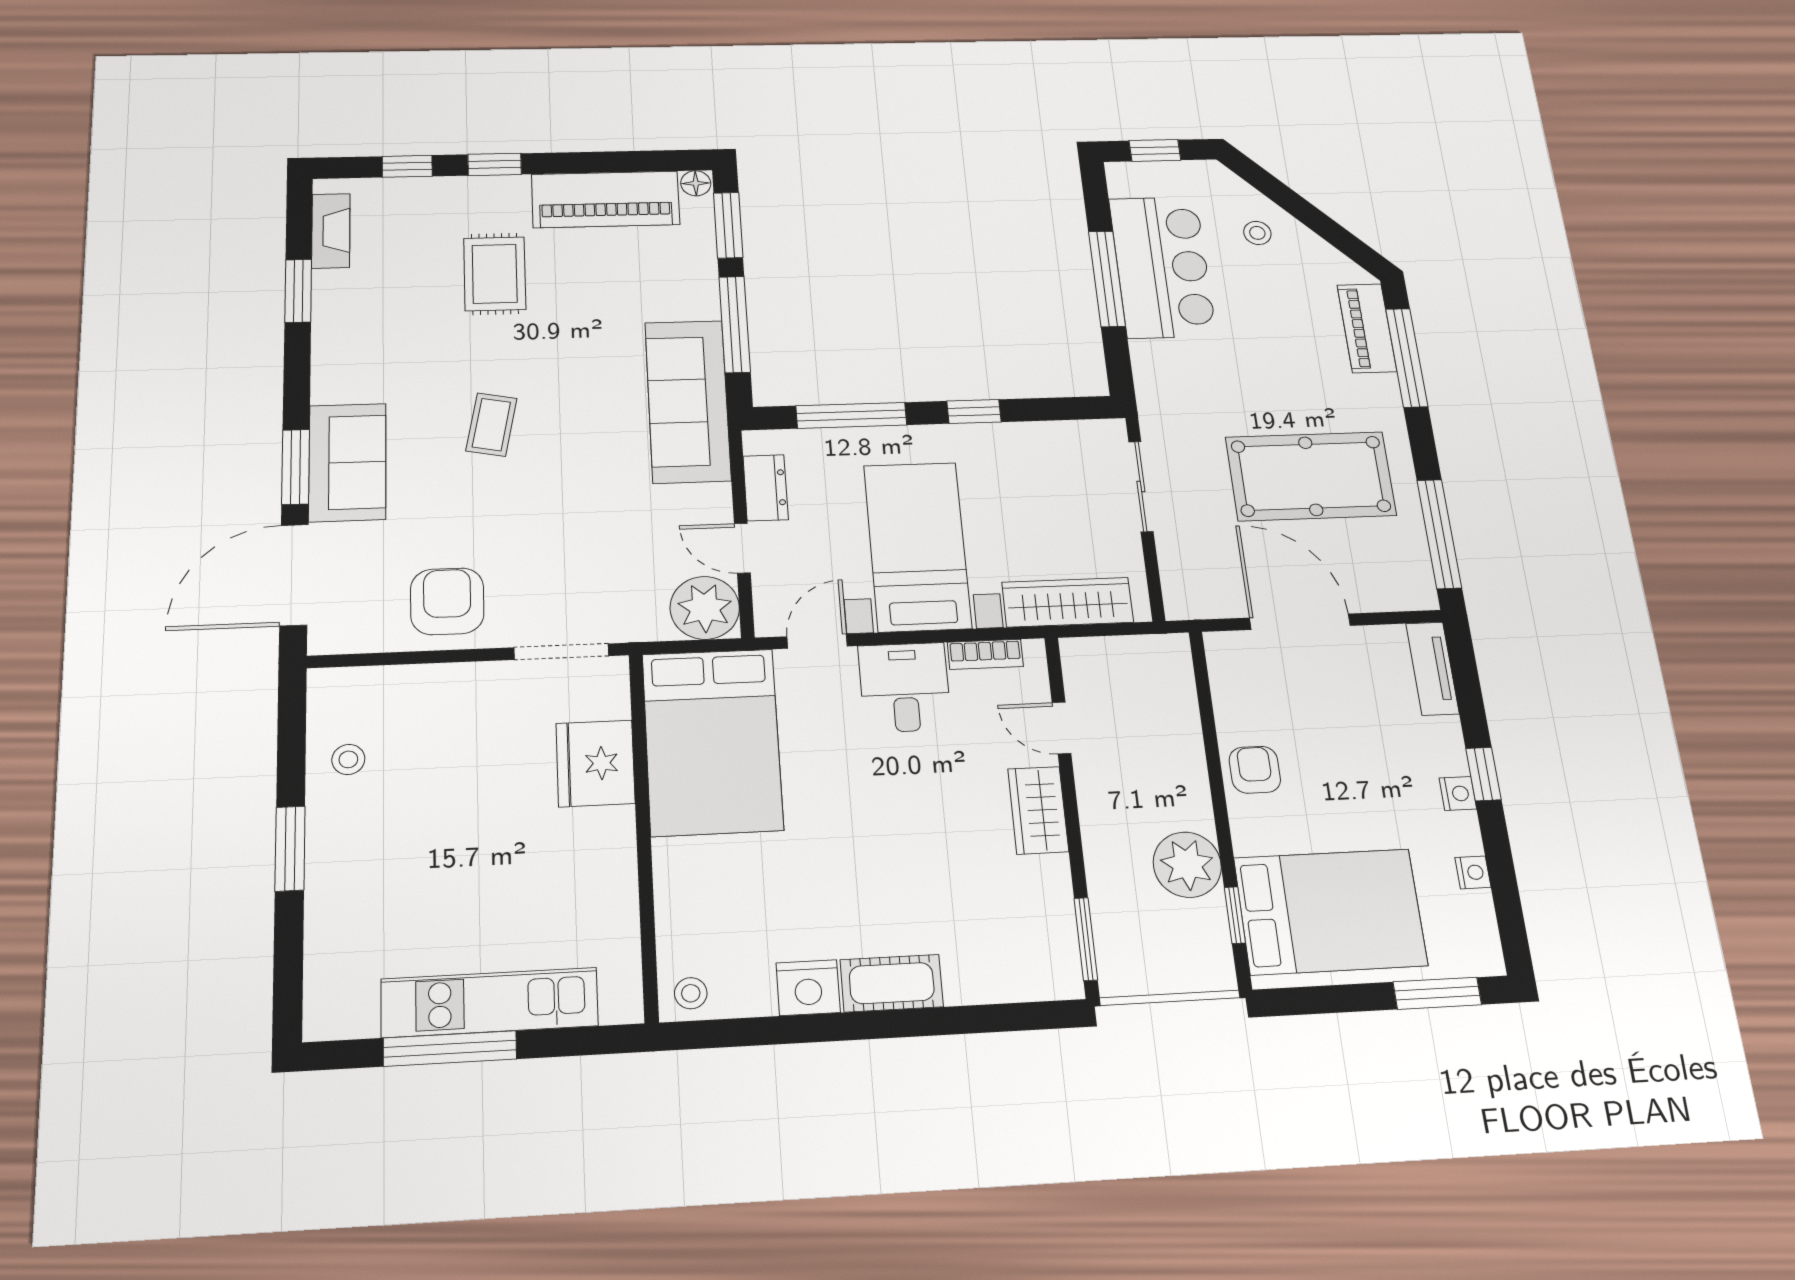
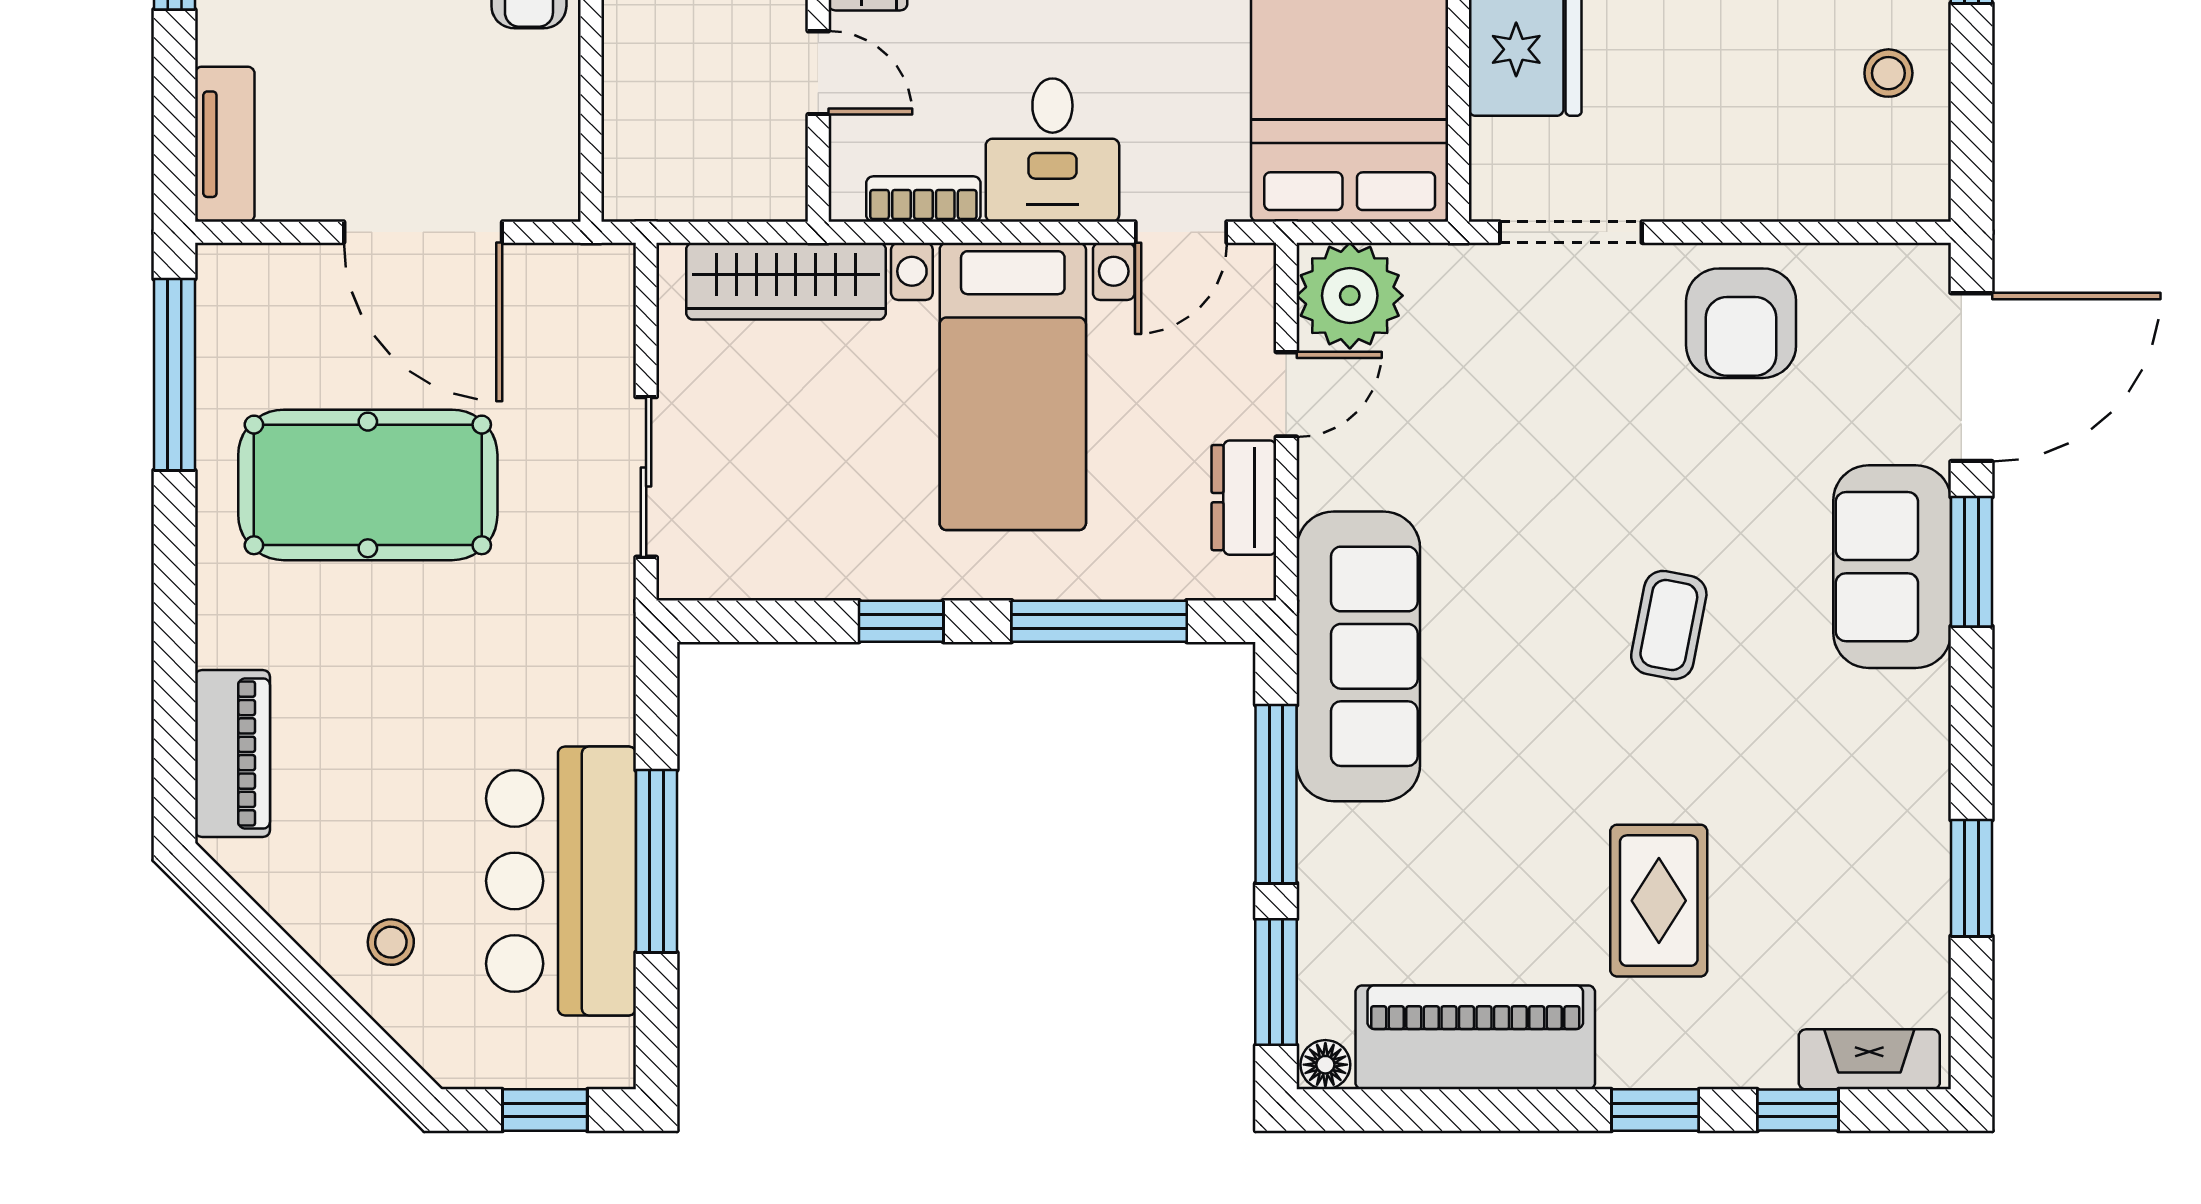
fireplace: (331, 231) -> (1869, 1059), moved, turned 90
window: (1407, 358) -> (174, 696), removed
door: (742, 548) -> (1286, 394), hinge flipped

